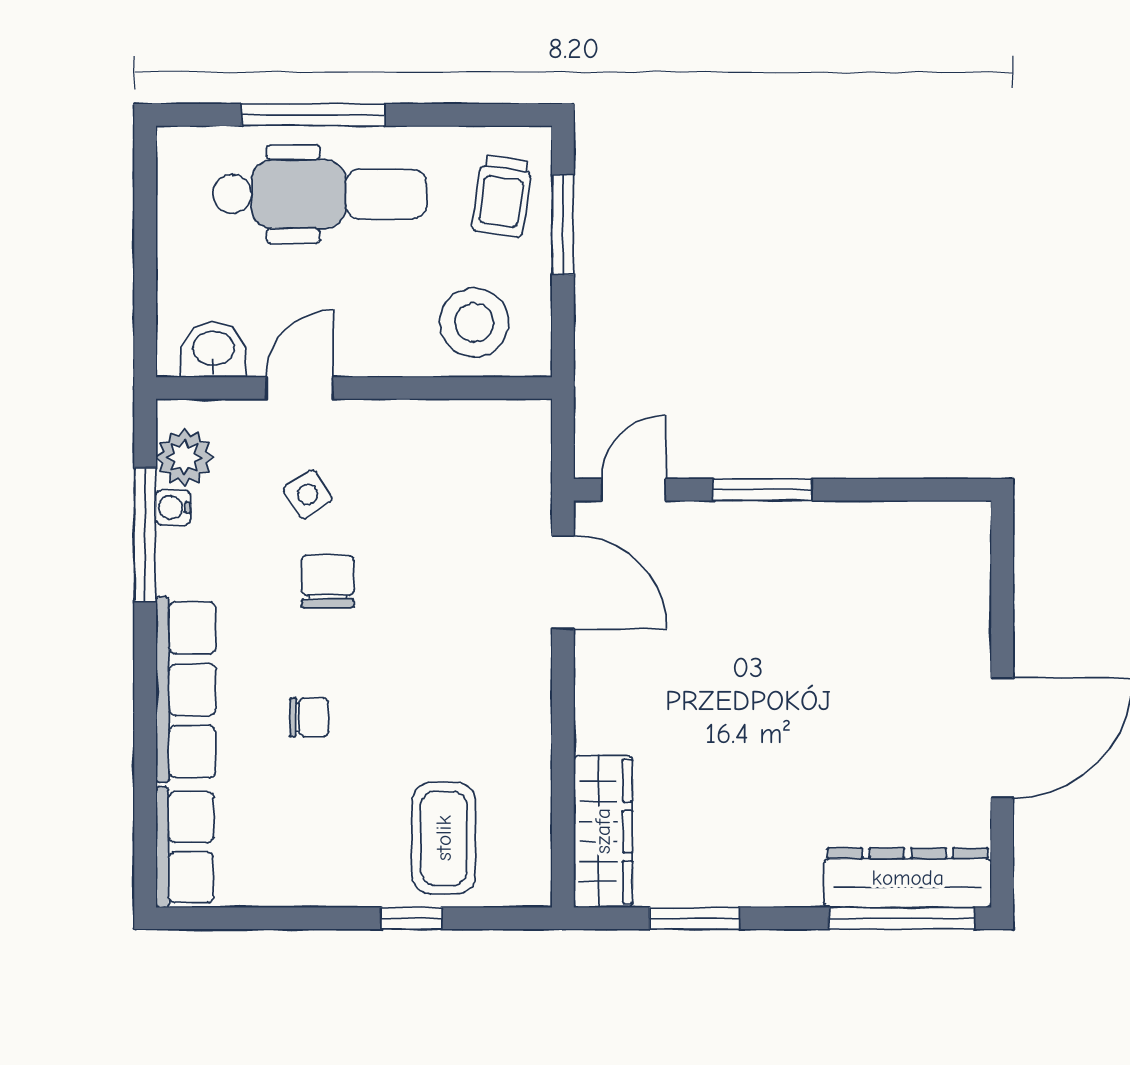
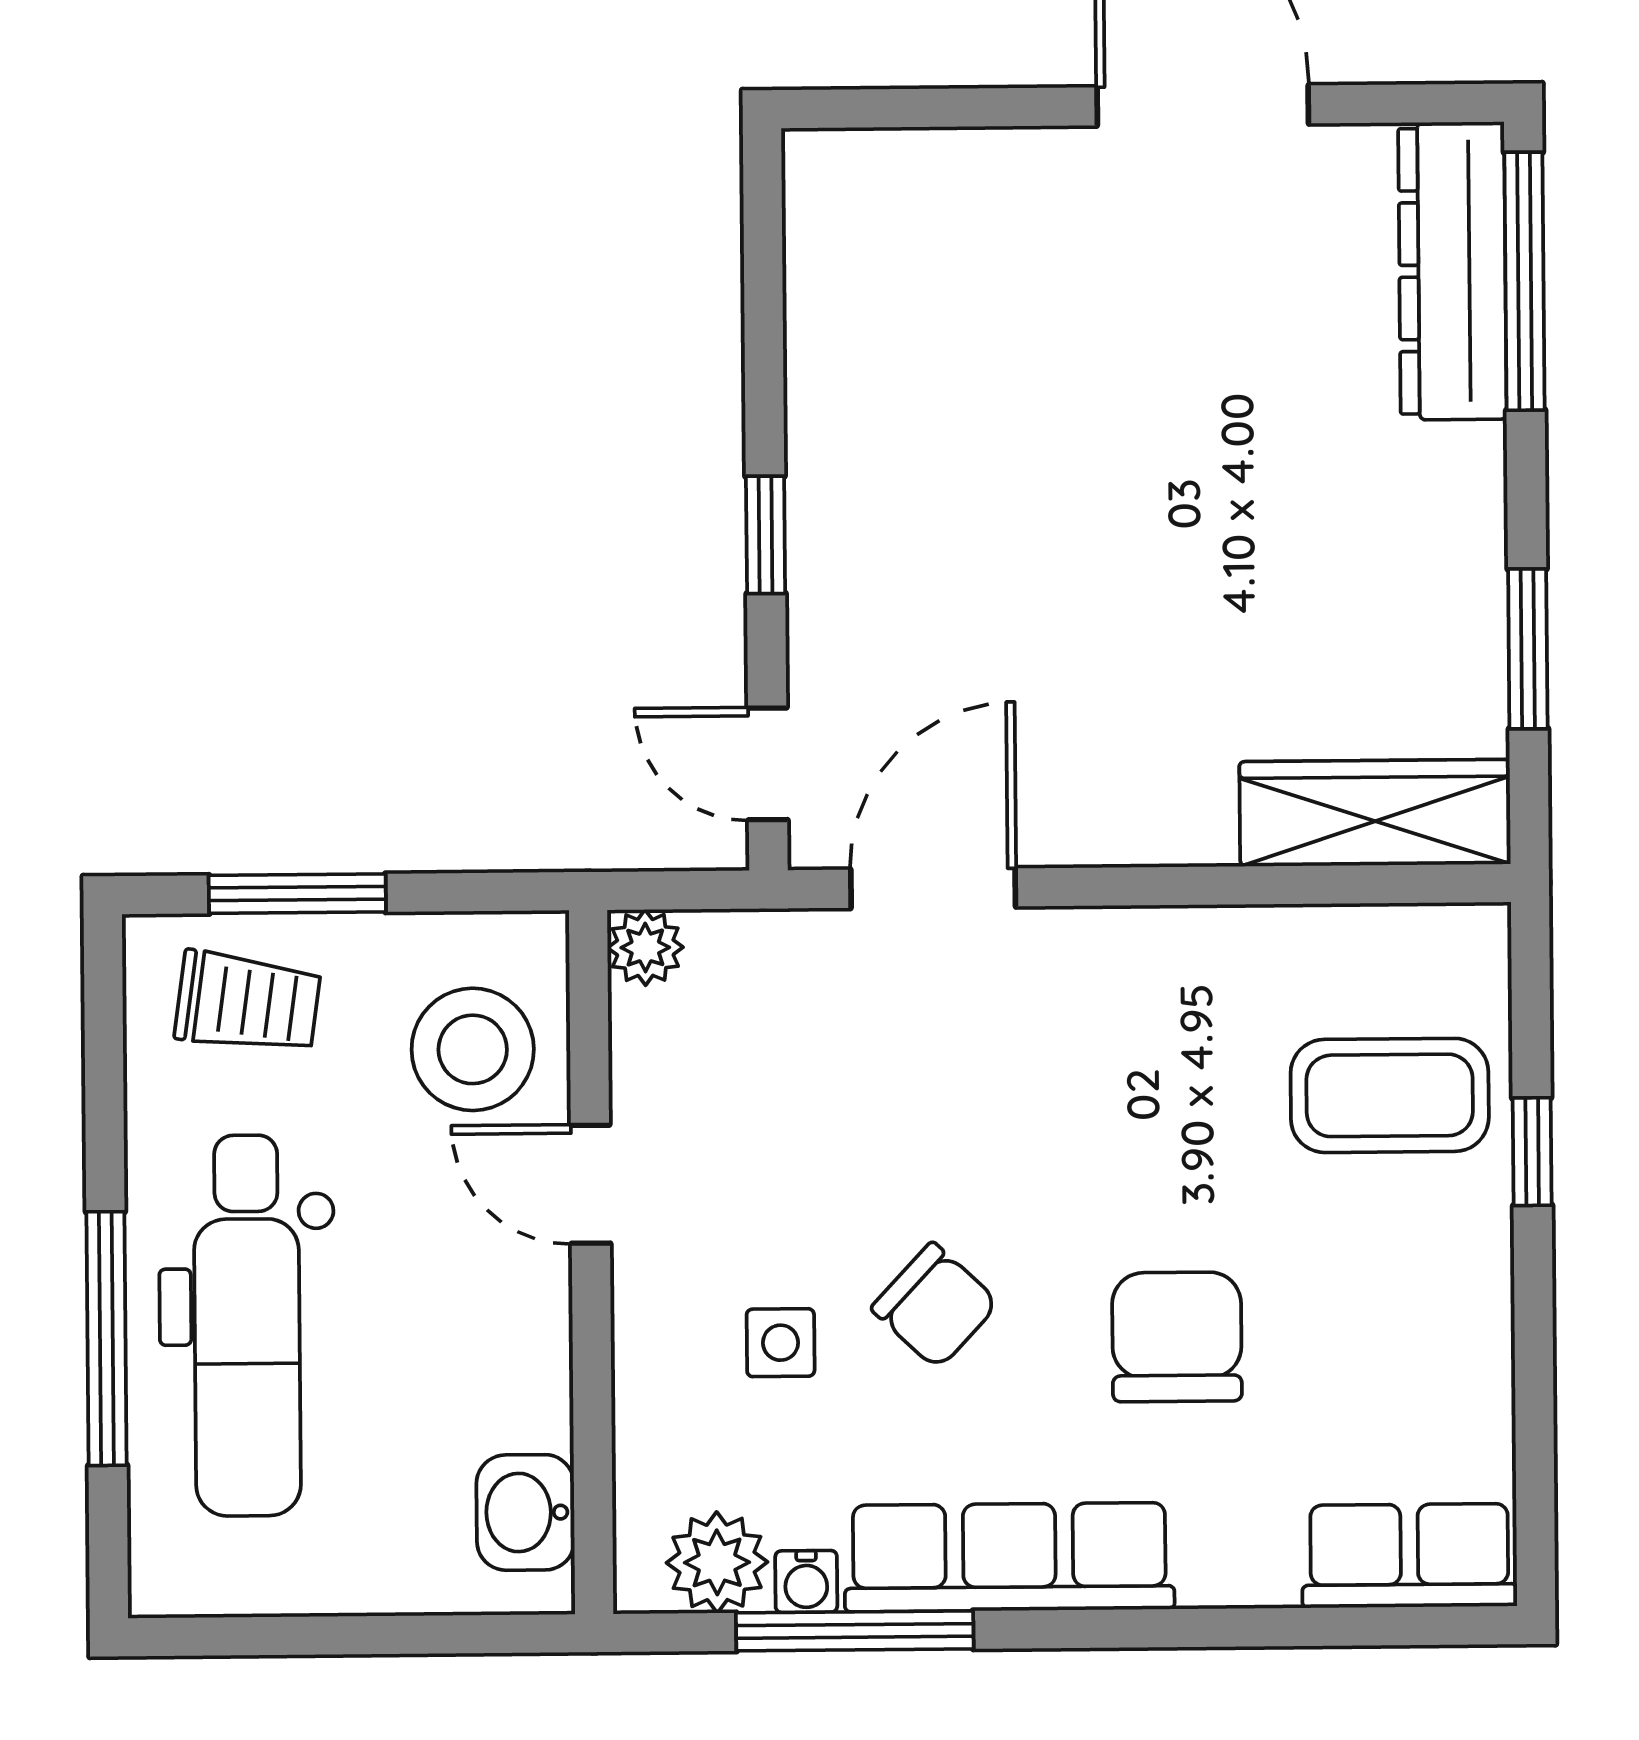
dental chair: (320, 194) -> (247, 1326), turned 180
door: (299, 388) -> (590, 1184), moved
plant: (531, 420) -> (645, 947), added
window: (762, 490) -> (766, 535), width x0.67
side table: (308, 494) -> (781, 1343), turned 33
chair: (328, 581) -> (935, 1306), turned -137
row of seats: (186, 690) -> (1009, 1557), moved
chair: (309, 717) -> (1177, 1337), width x1.87, depth x1.87

